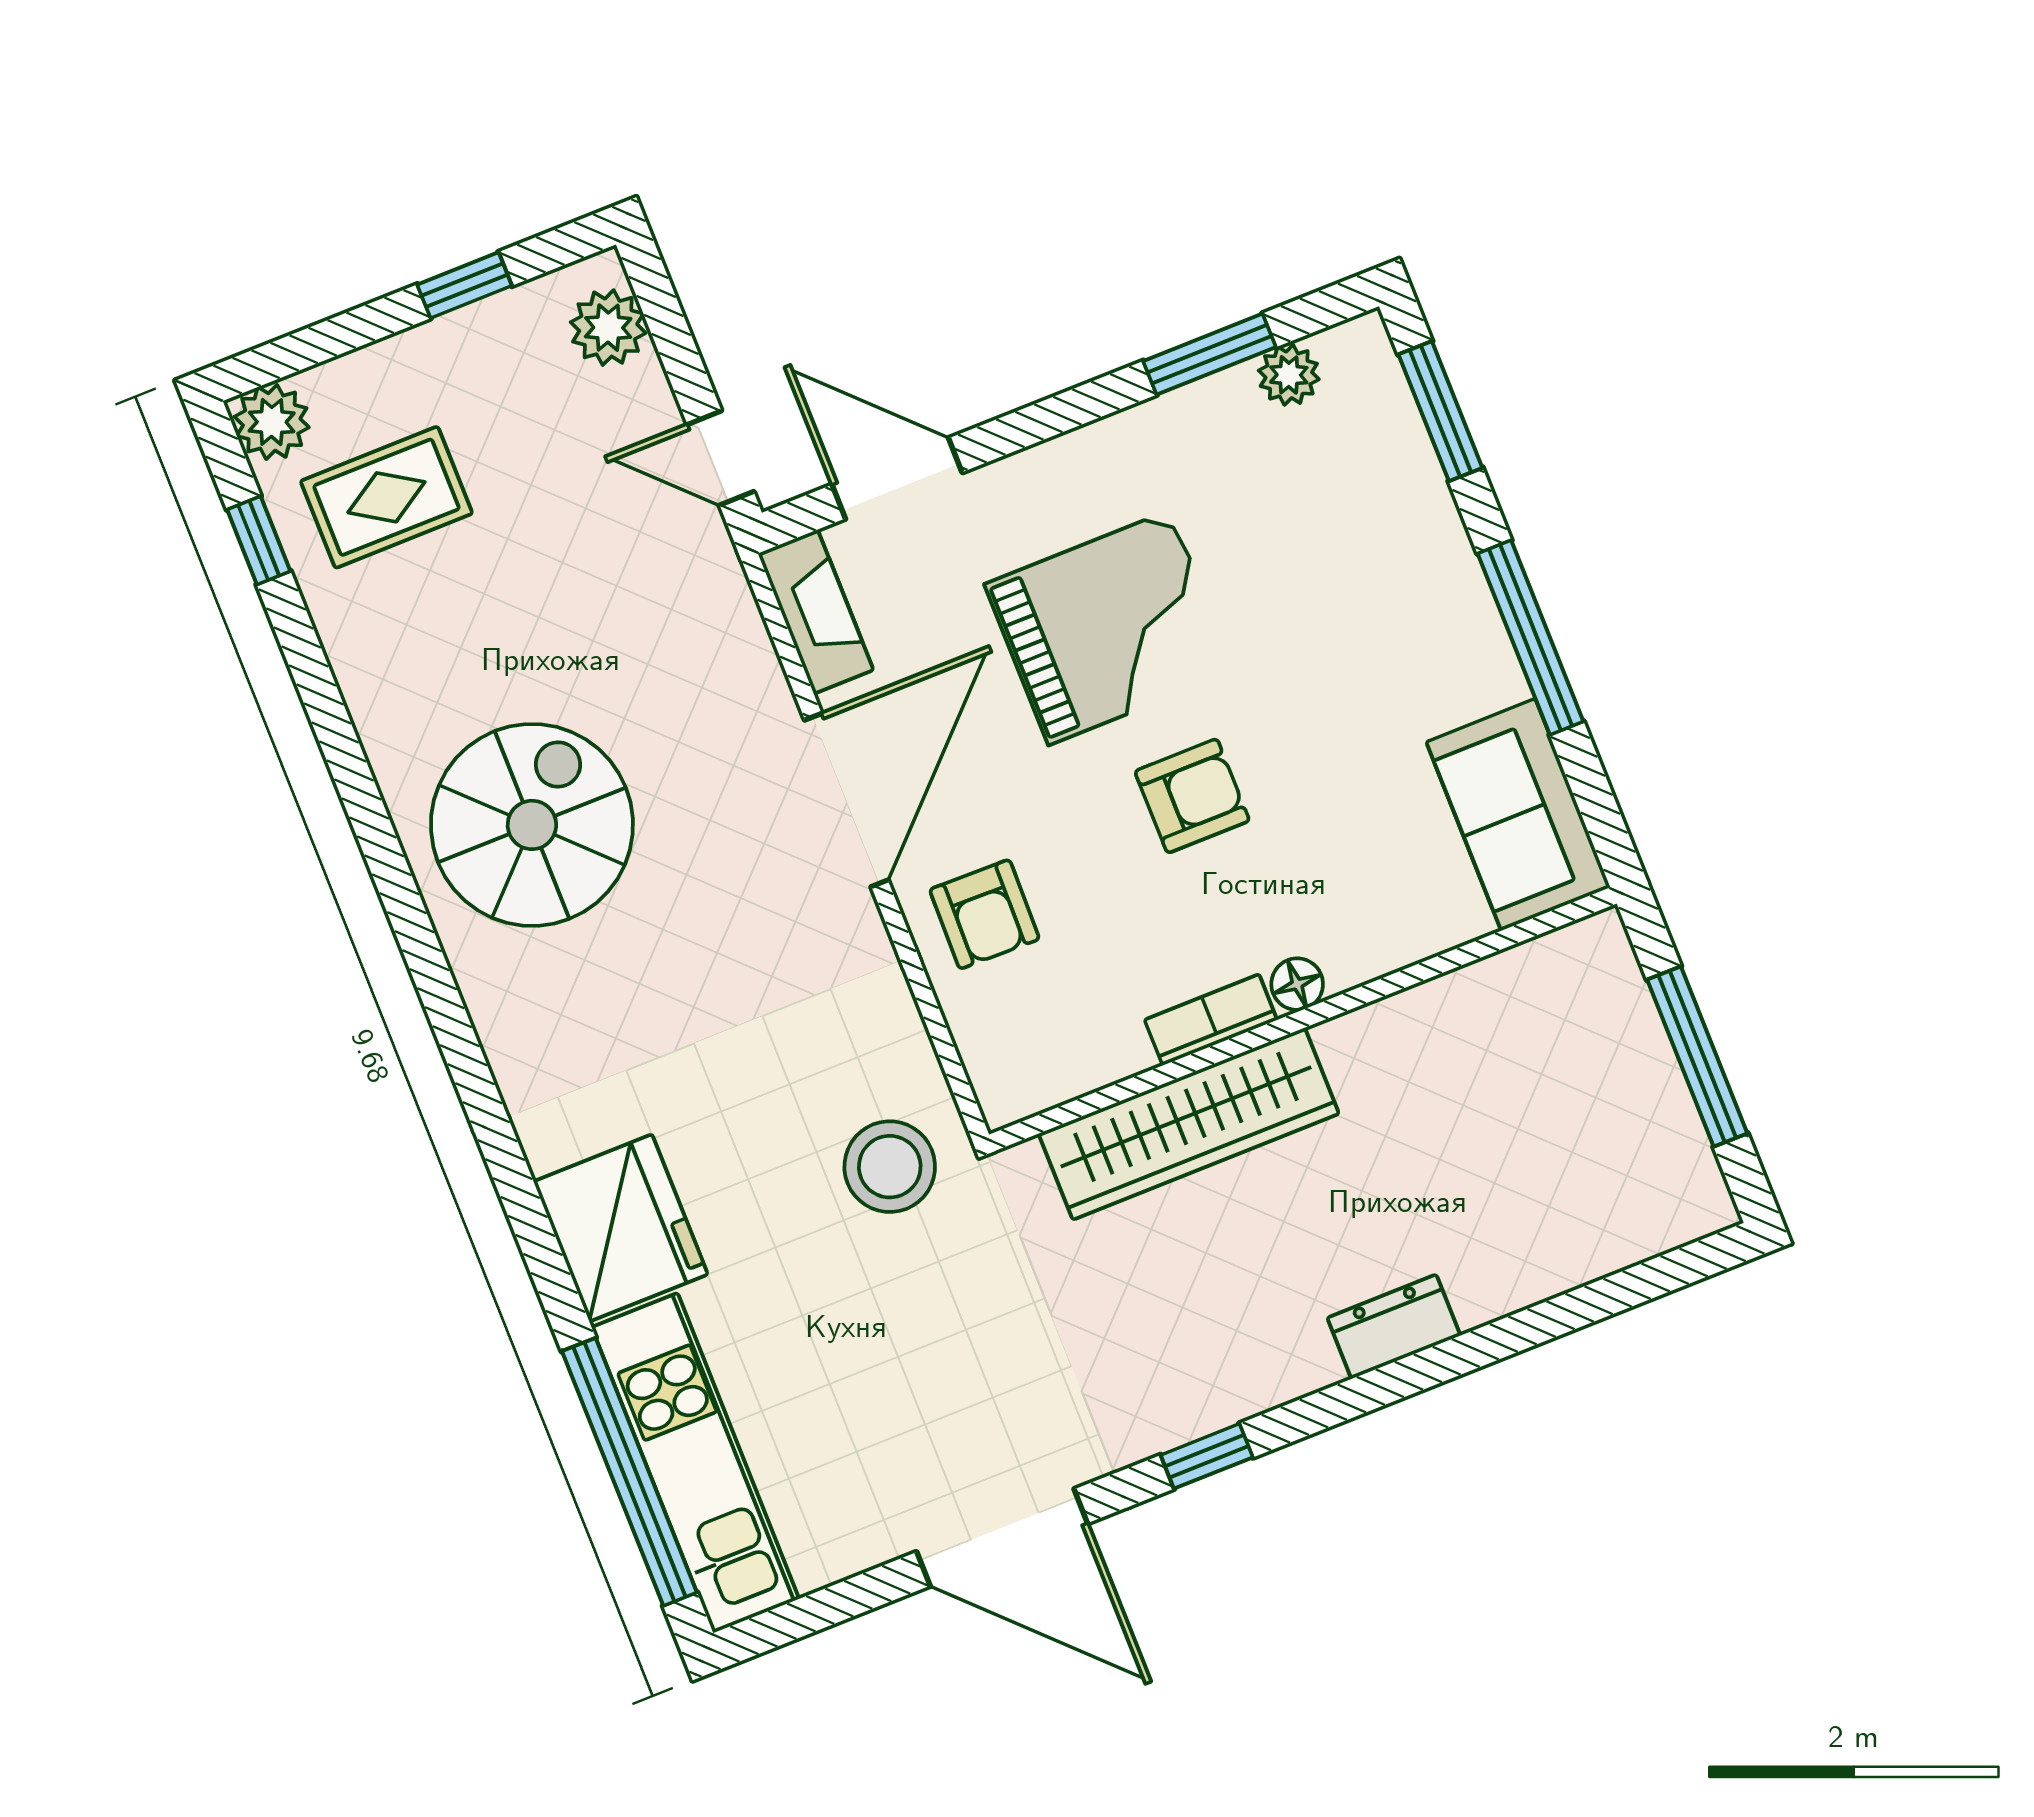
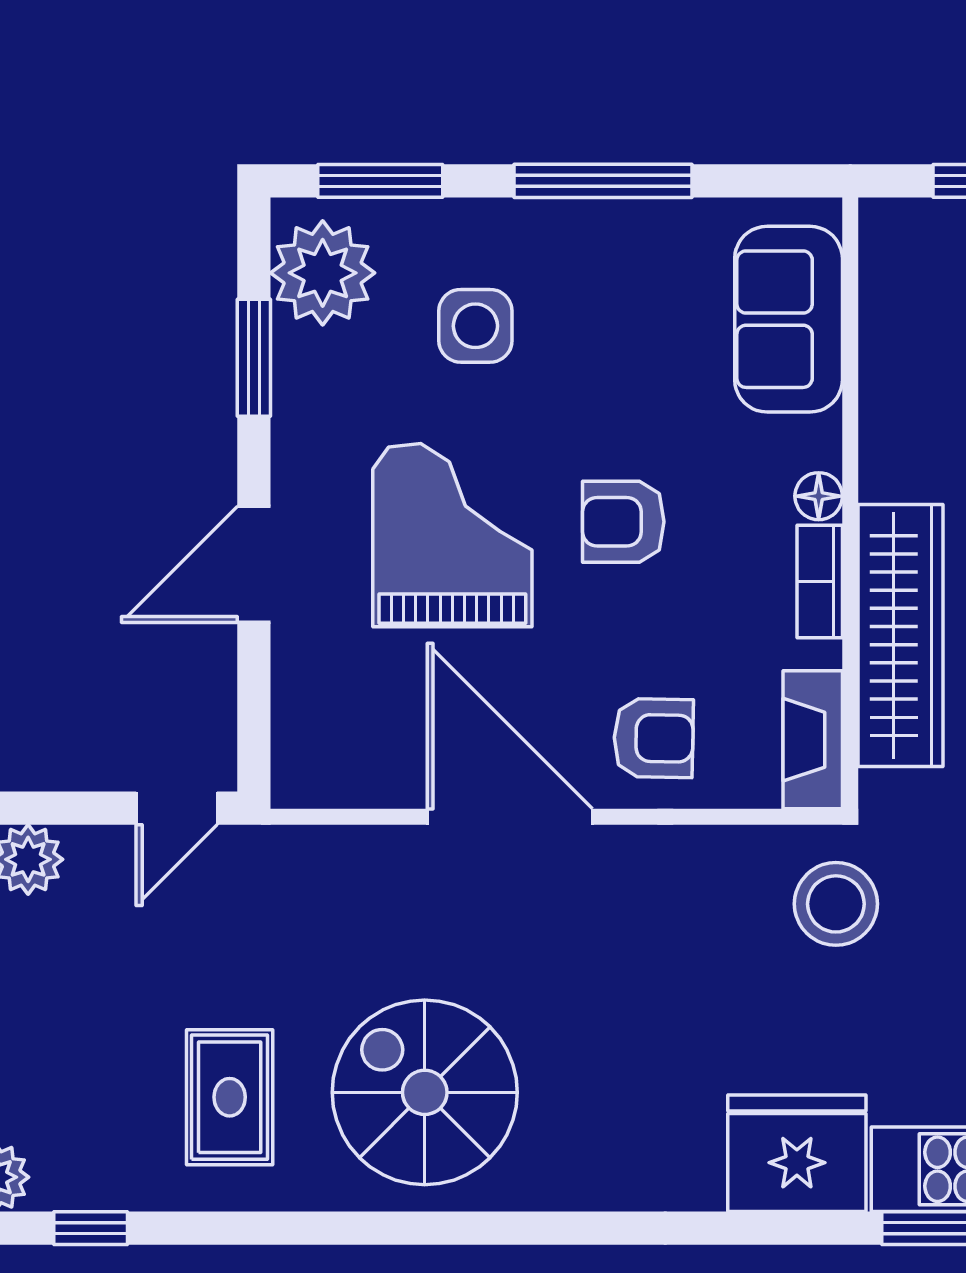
plant: (1289, 375) -> (323, 273), width x1.88, depth x1.88
door: (897, 478) -> (254, 564), moved
rug: (386, 497) -> (230, 1097), moved
side table: (1331, 566) -> (475, 326), added
fireplace: (816, 612) -> (813, 740), moved, turned -90
armchair: (1192, 796) -> (623, 522), turned -90
sofa: (1518, 815) -> (789, 319), moved, turned 90

